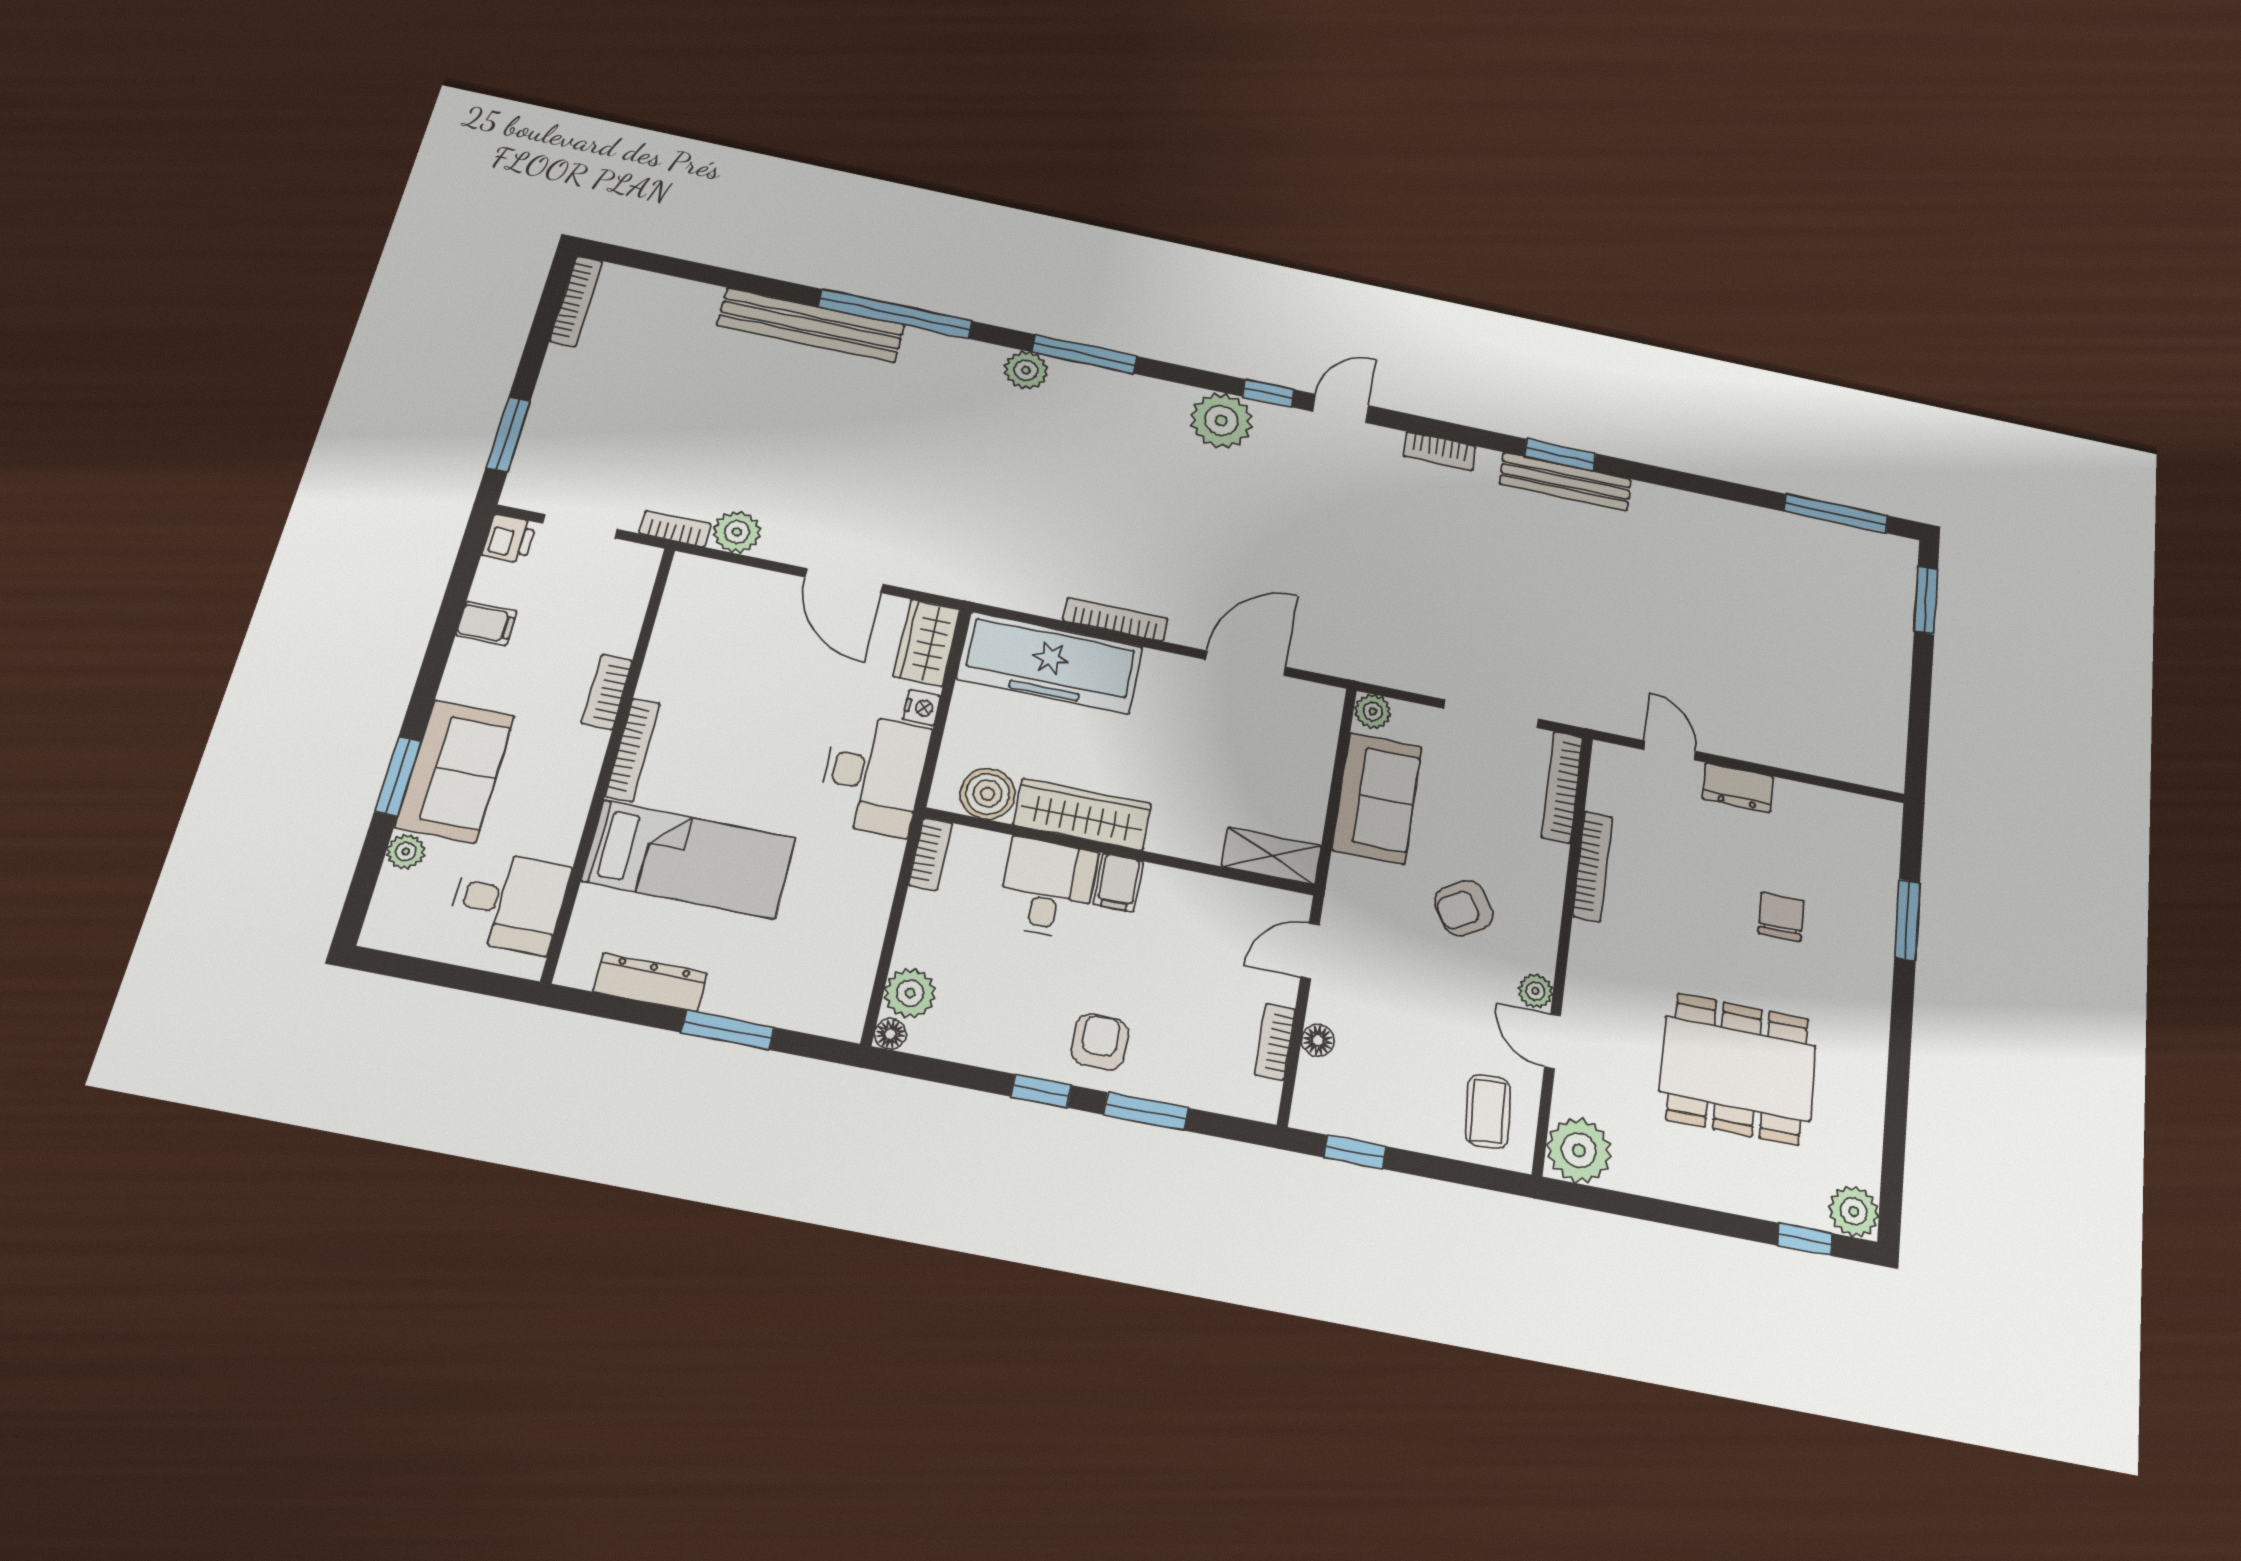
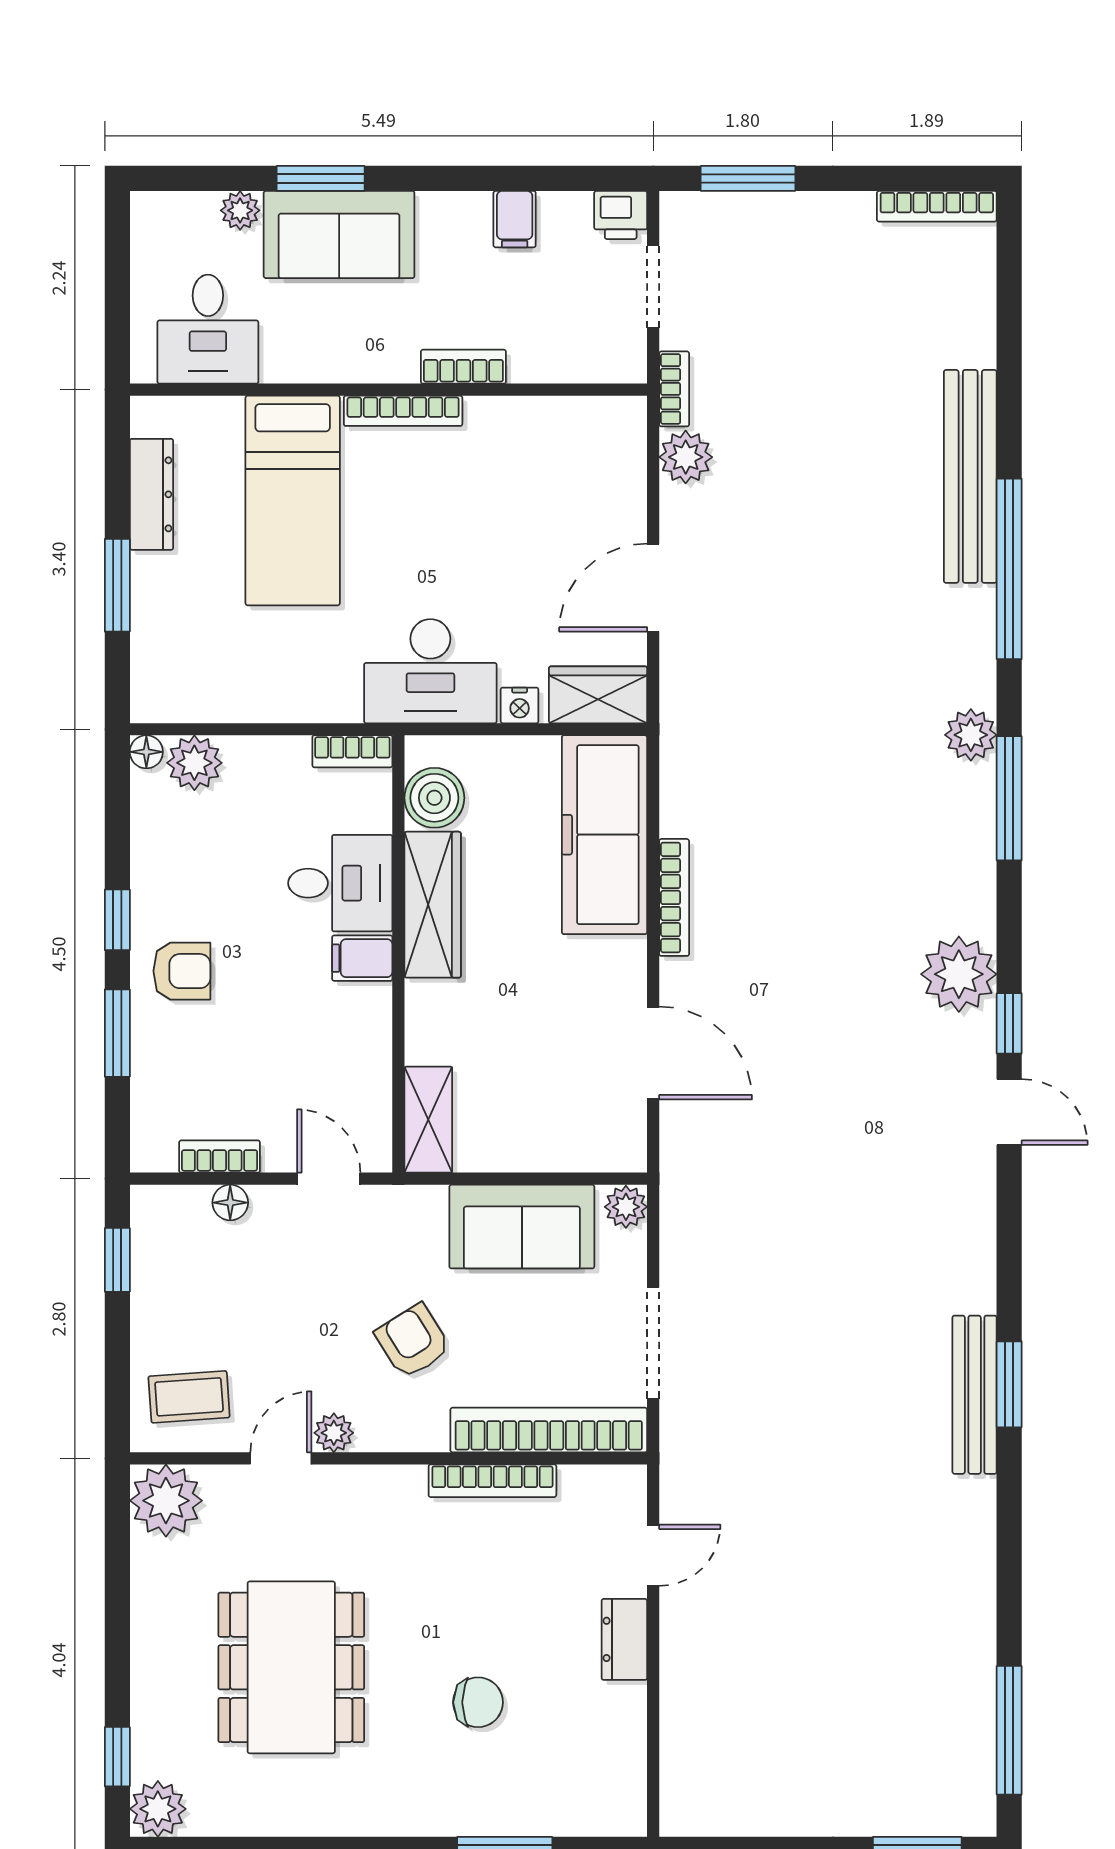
bookcase: (1440, 451) -> (980, 1239), removed
bookcase: (1562, 787) -> (549, 1430), width x1.48, depth x1.31

